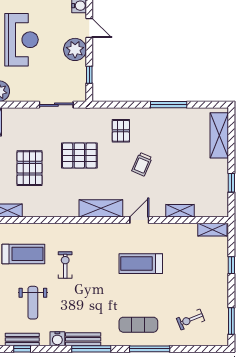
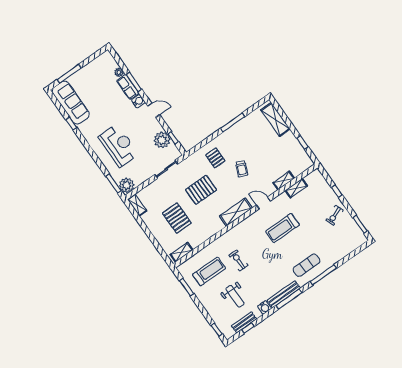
plant: (75, 49) -> (162, 140), moved
door: (139, 220) -> (263, 203), hinge flipped
shelving: (212, 230) -> (296, 188), moved
exercise bike: (191, 320) -> (335, 215), moved
bench: (83, 339) -> (284, 294), width x1.36

